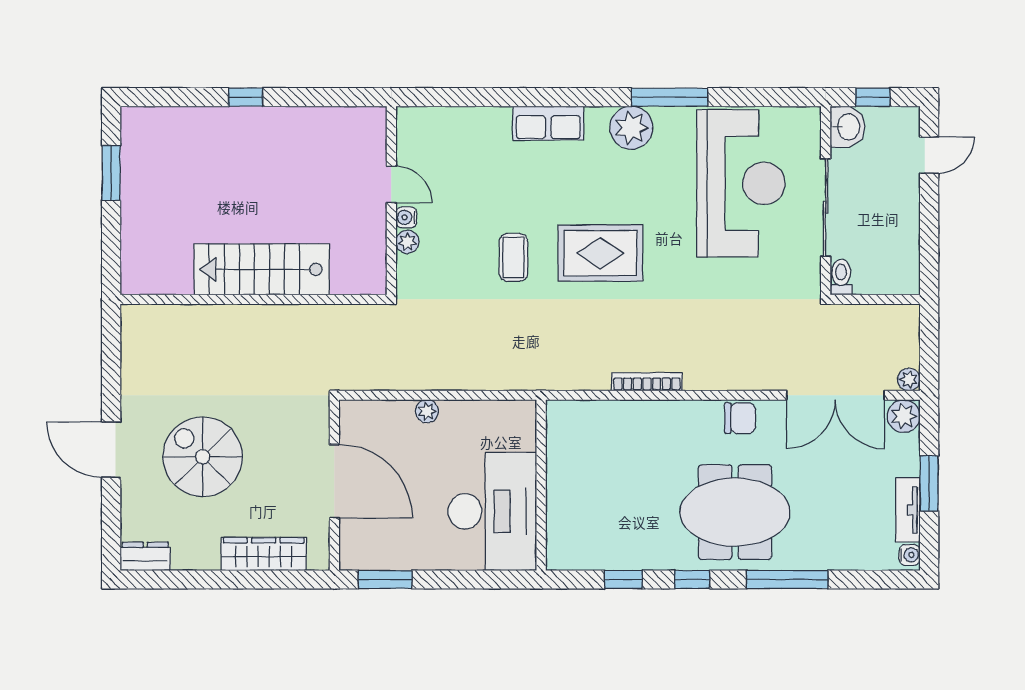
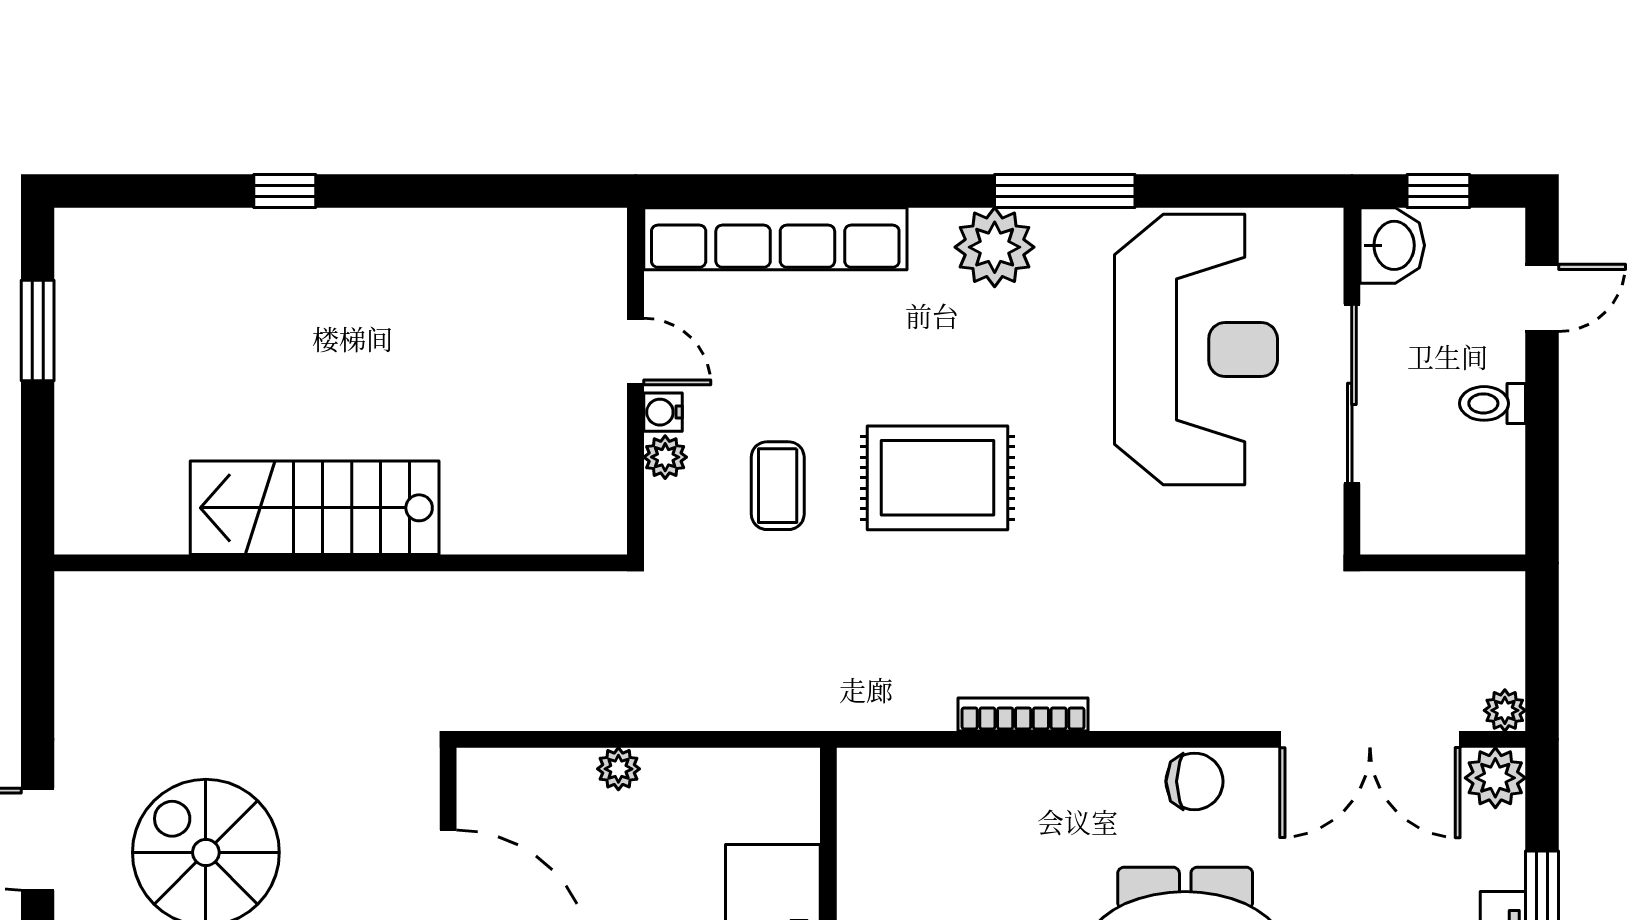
row of seats: (548, 123) -> (775, 239), width x2.02
door: (391, 184) -> (635, 351), moved
wall: (391, 201) -> (635, 381), moved
water cooler: (406, 217) -> (663, 412), moved
plant: (407, 242) -> (665, 457), moved
toilet: (841, 277) -> (1493, 403), moved, turned -90

